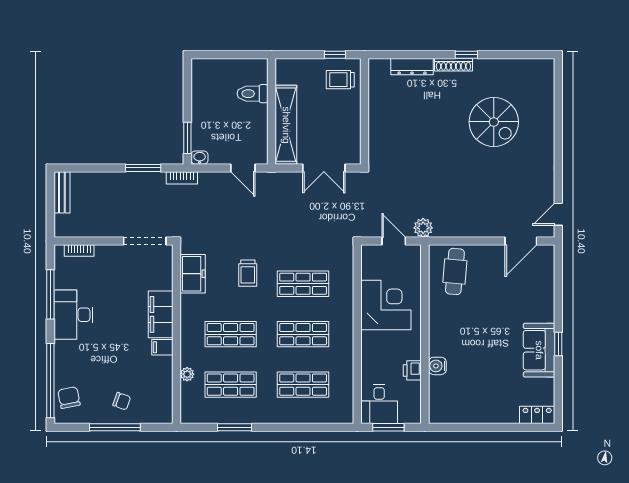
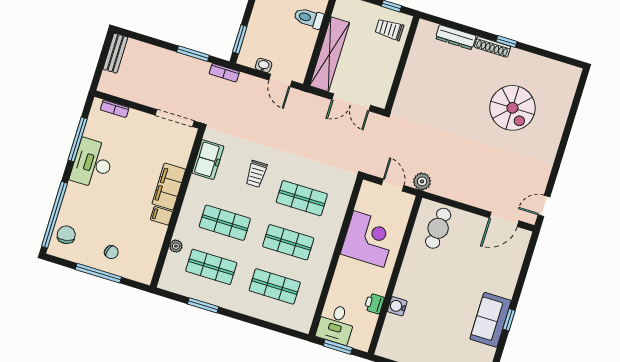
washbasin: (200, 158) -> (264, 65), moved

